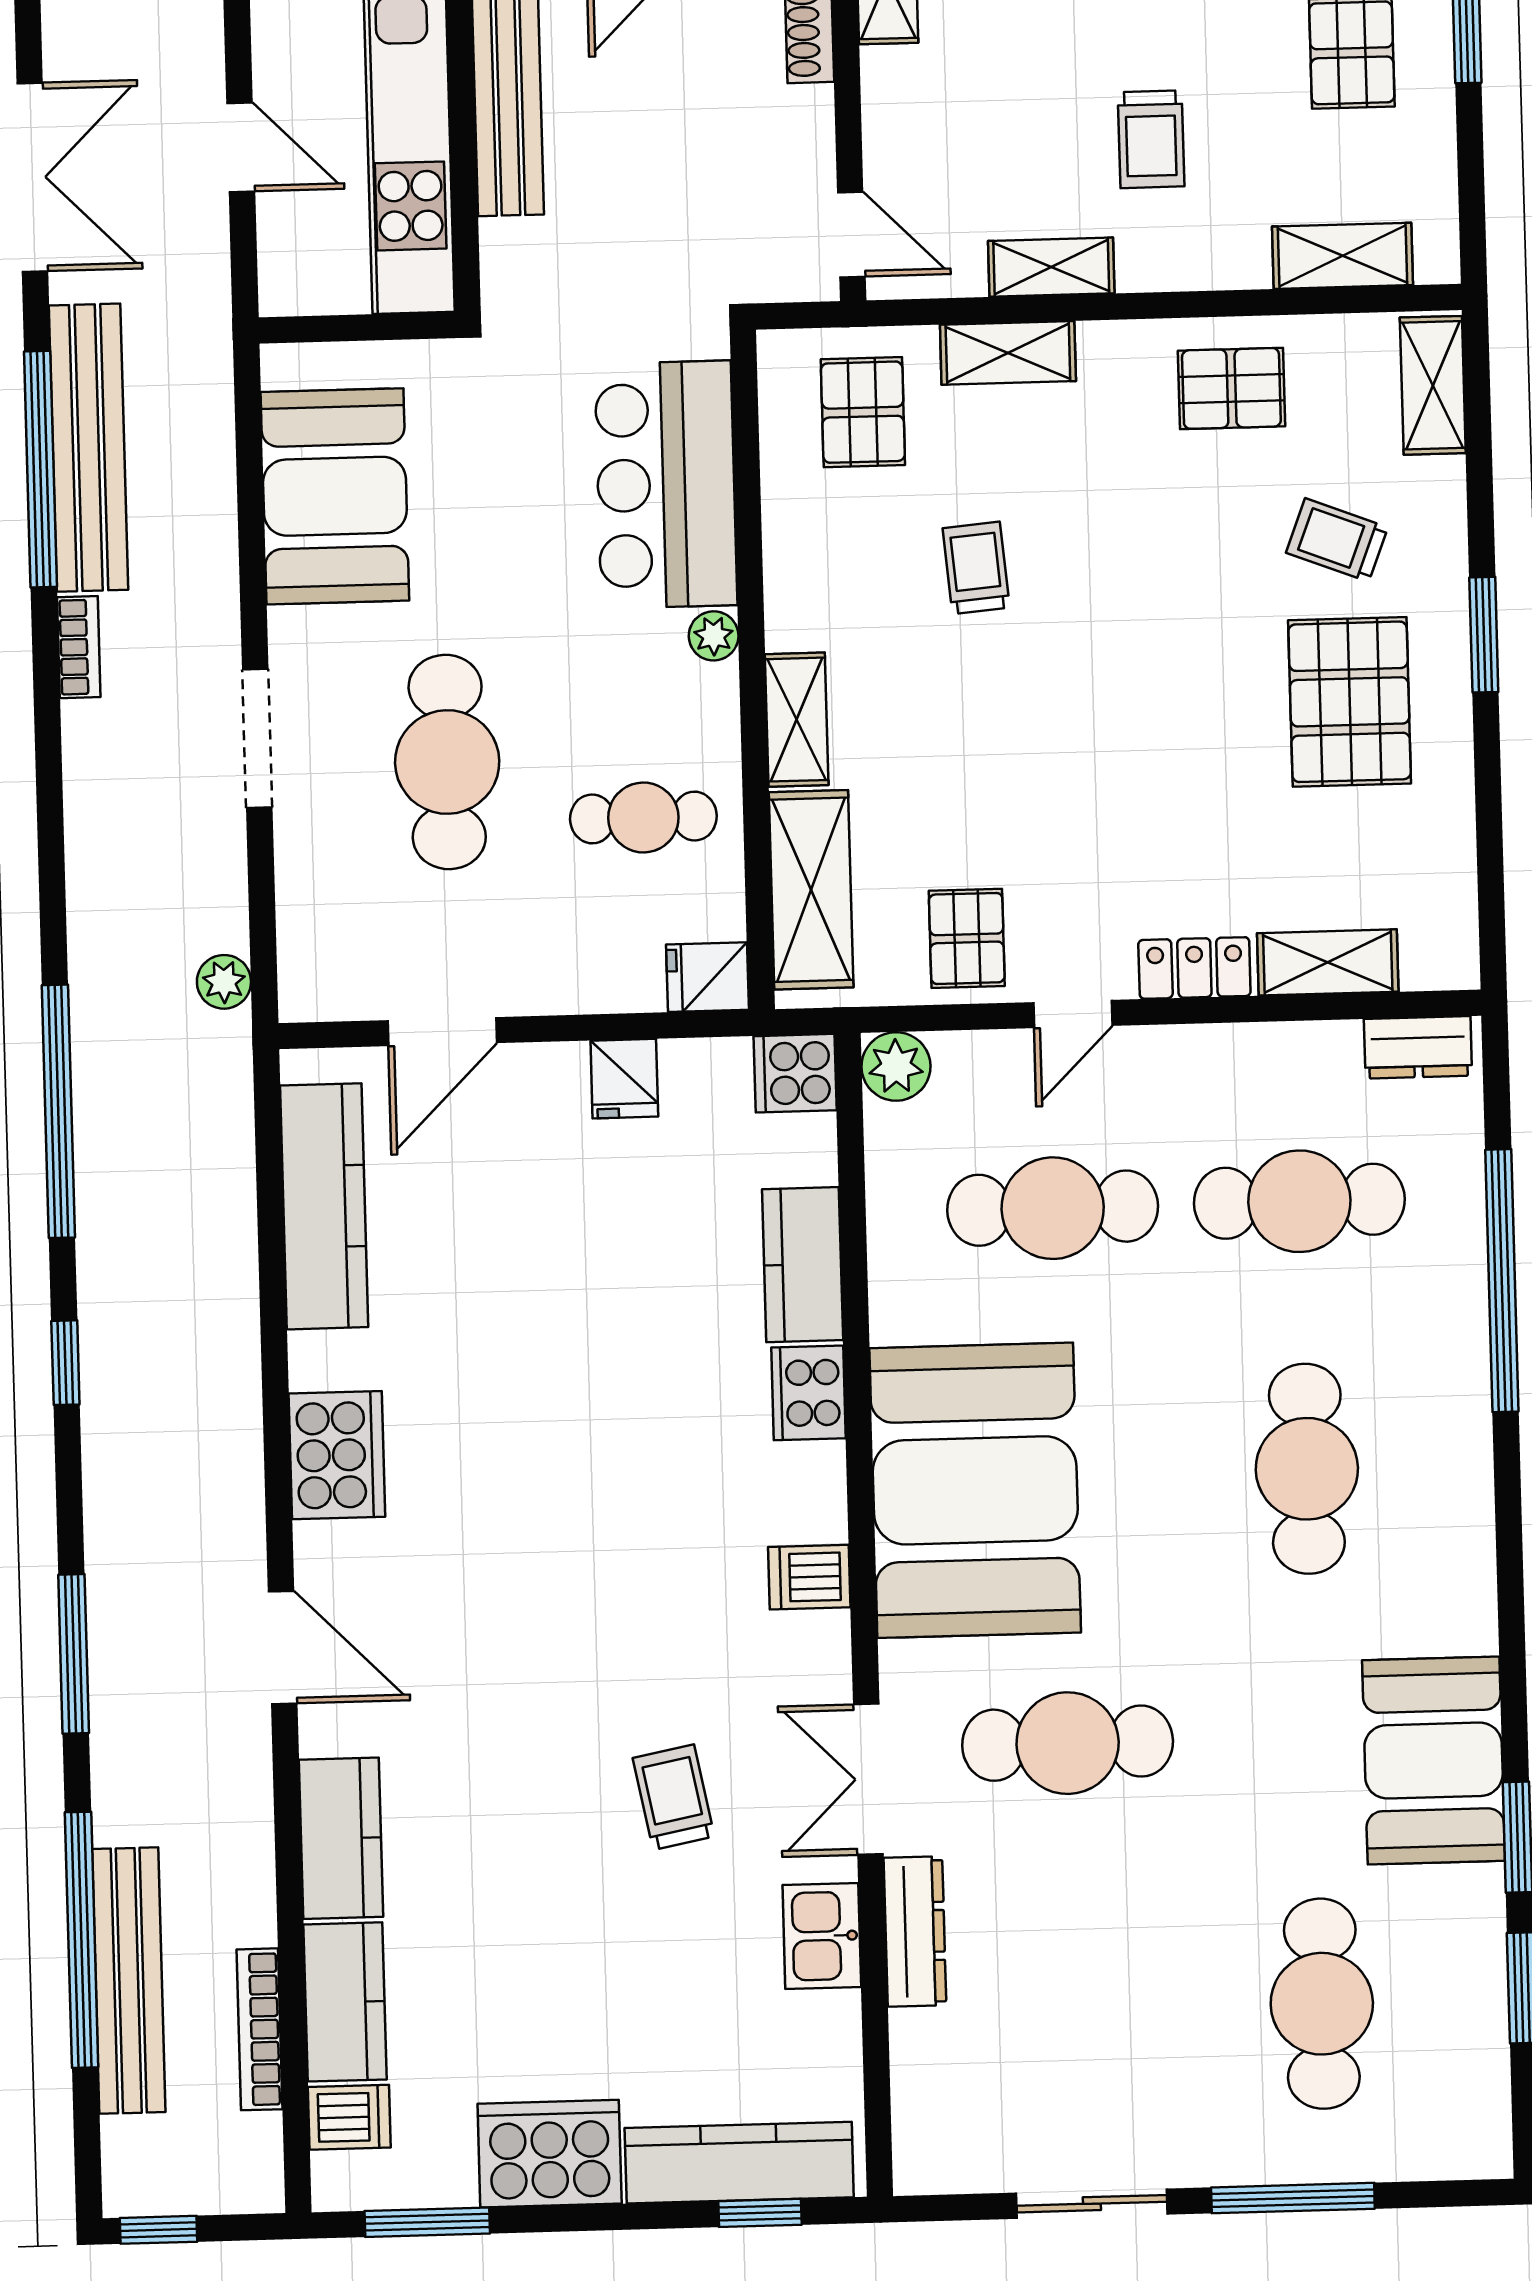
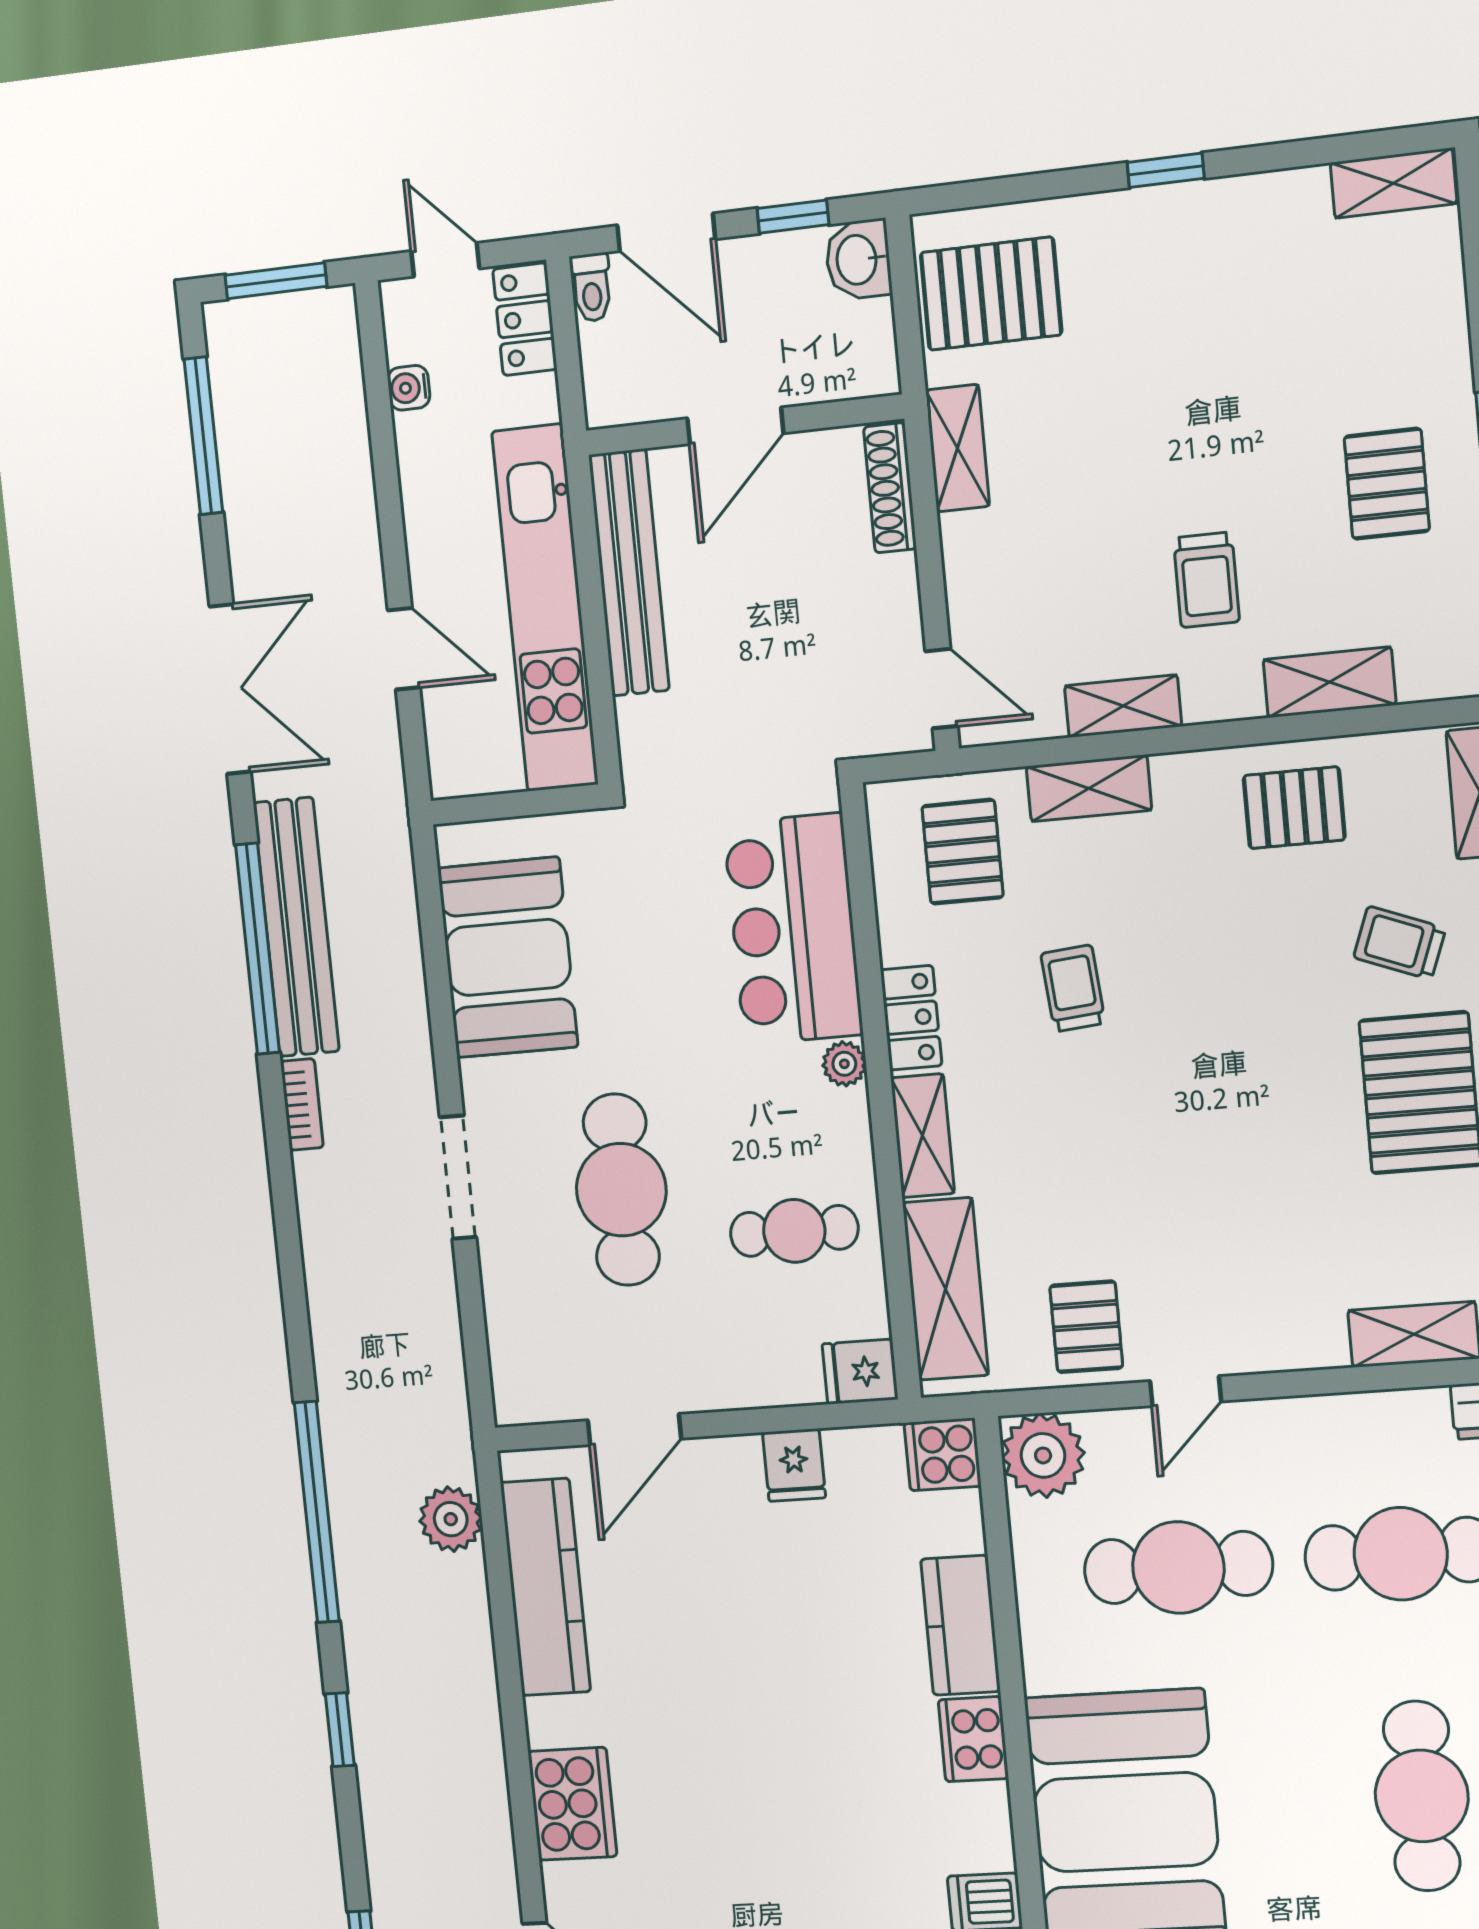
shelving: (1343, 256) -> (1330, 682), moved
locker: (1194, 968) -> (911, 1018), moved, turned 90
plant: (224, 982) -> (451, 1519), moved, width x1.38, depth x1.38
plant: (896, 1066) -> (1043, 1455), width x1.36, depth x1.36

